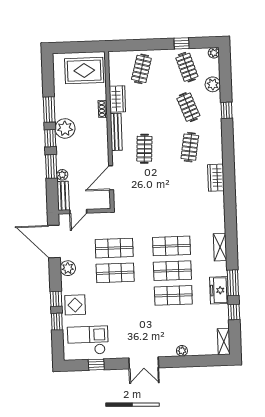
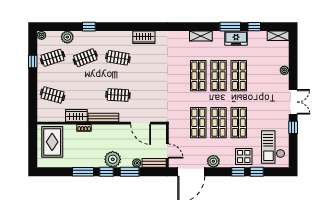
plant: (65, 128) -> (113, 159), moved
shop shelf: (116, 298) -> (239, 123), added
window: (96, 365) -> (293, 127), moved

